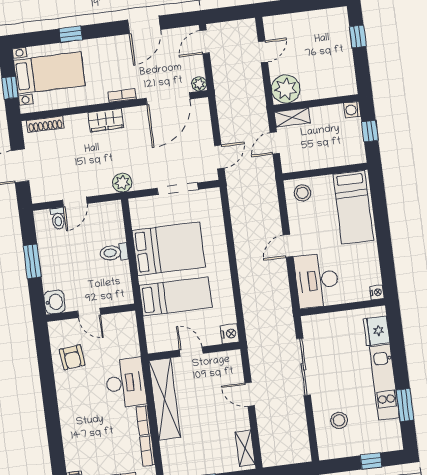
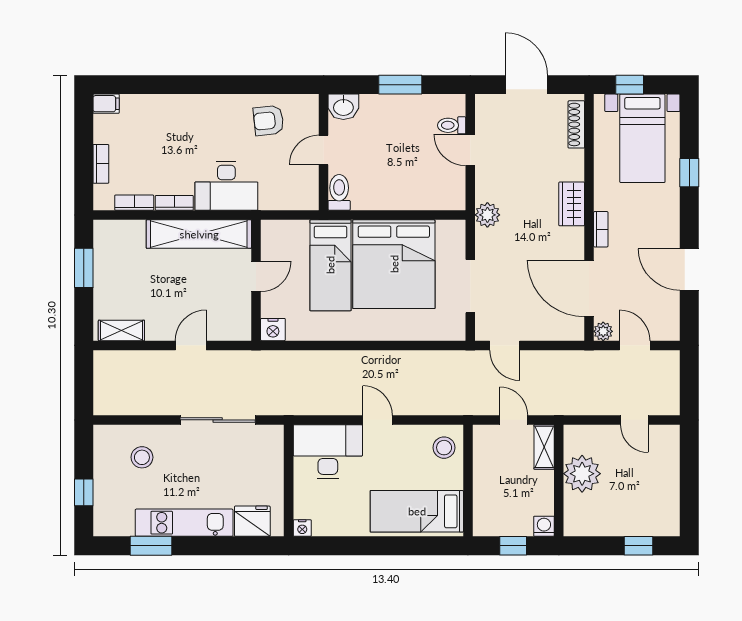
door: (205, 42) -> (635, 345), moved
plant: (286, 89) -> (582, 474), moved
bed: (169, 249) -> (394, 264), width x1.36
toilet: (114, 252) -> (339, 192), moved

